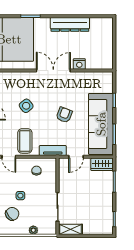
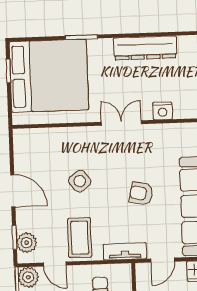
double door: (53, 71) -> (121, 123), width x0.73
armchair: (64, 115) -> (141, 194), turned -98

